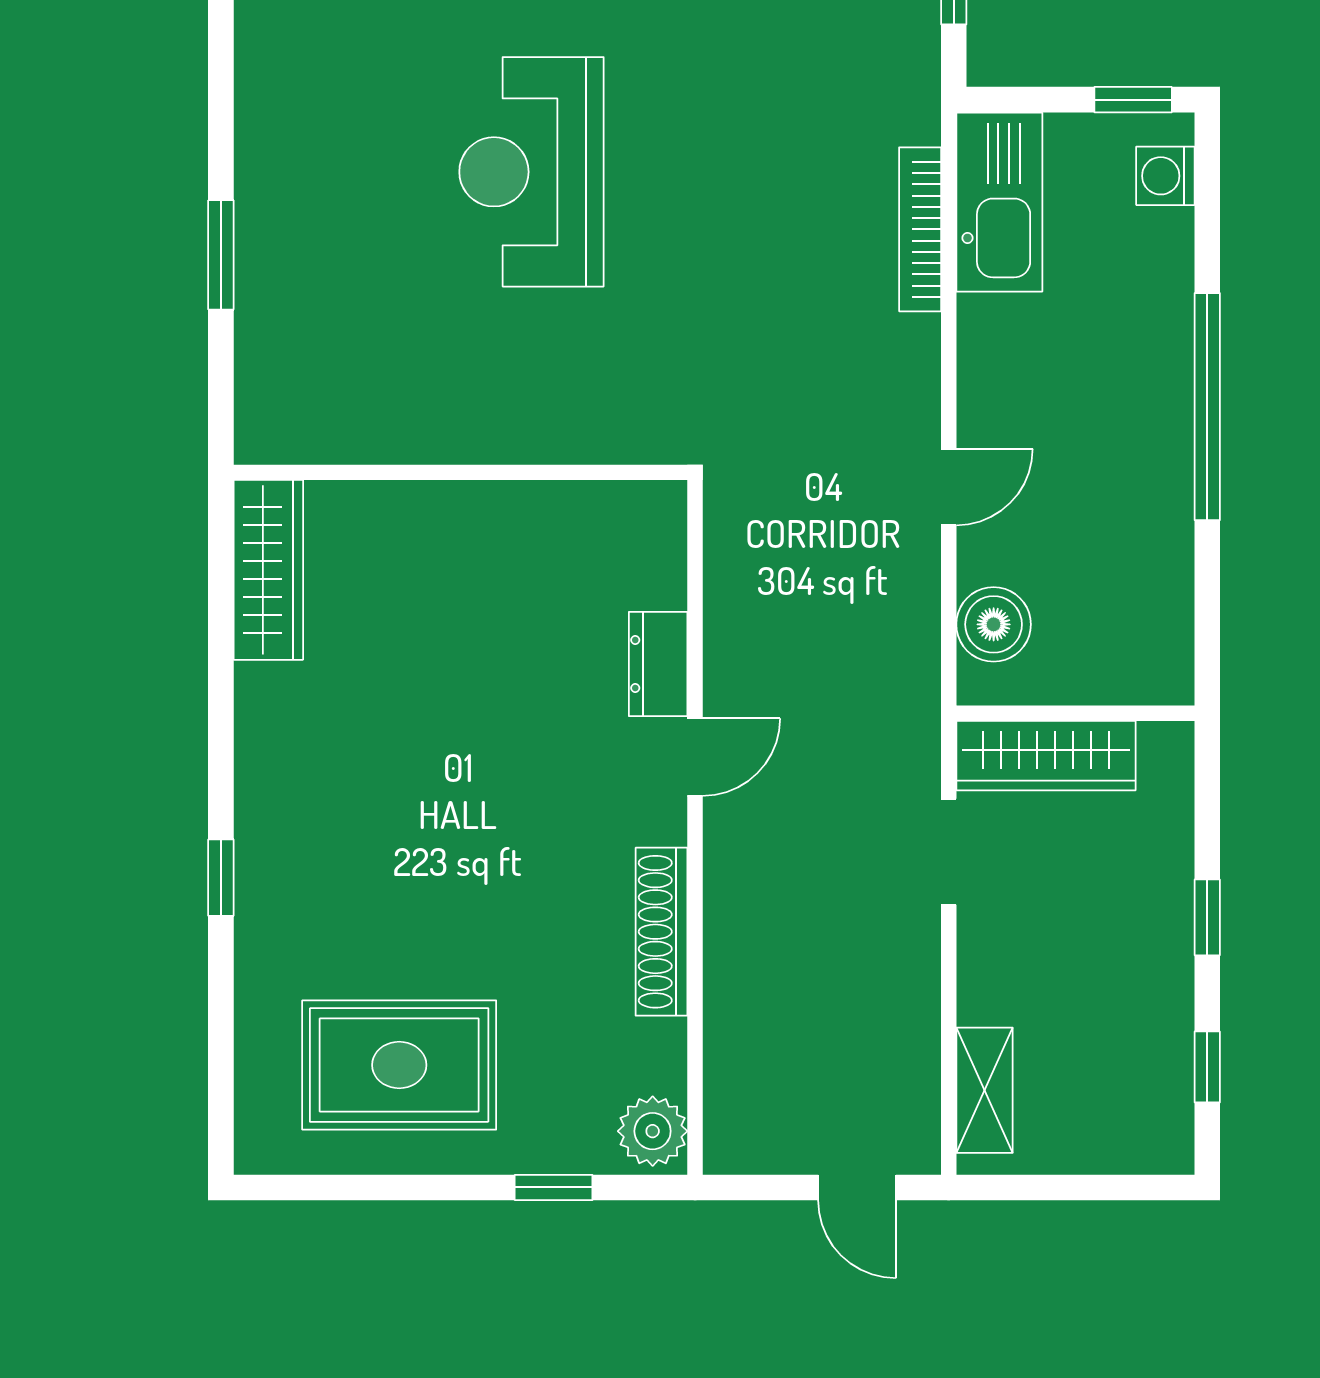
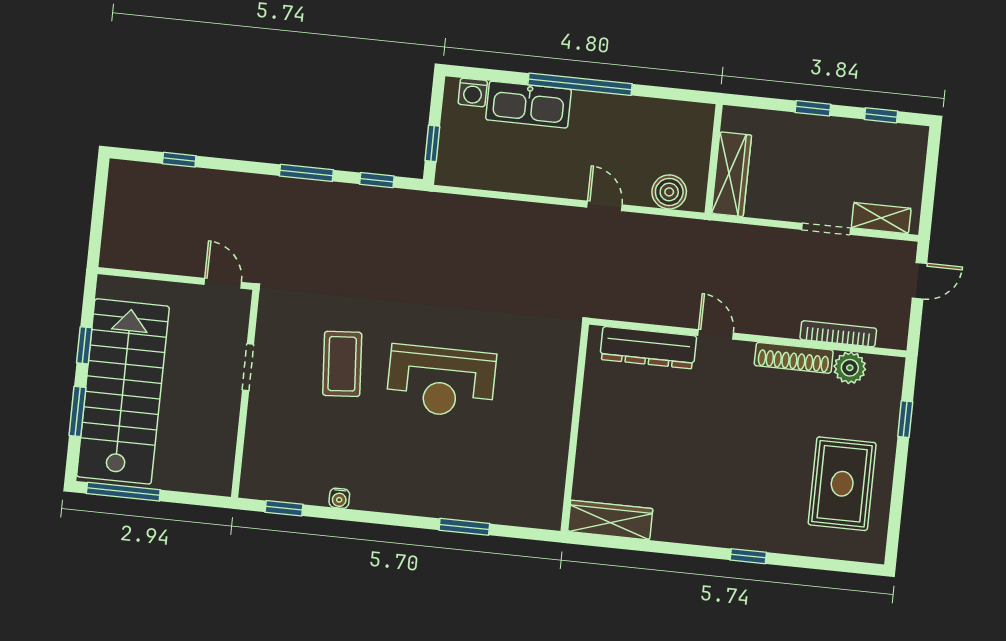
window: (1133, 100) -> (432, 143), moved
kitchen sink: (999, 202) -> (529, 105), moved, turned 180
bookcase: (920, 229) -> (838, 334), moved, turned 180
dresser: (658, 664) -> (648, 348), width x1.96, depth x1.24
doorway: (949, 852) -> (826, 229), moved
plant: (653, 1131) -> (850, 368), moved

